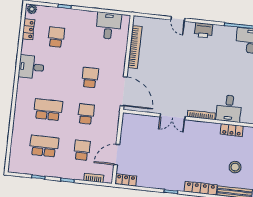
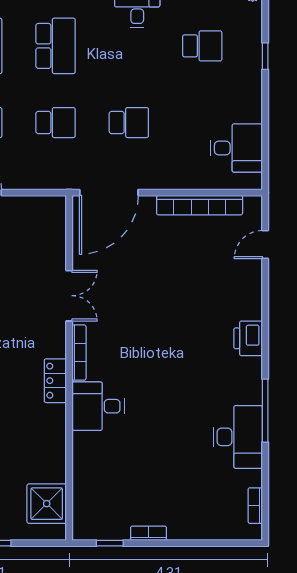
door: (178, 19) -> (265, 245), moved
double door: (173, 117) -> (69, 296), swing flipped
locker: (232, 130) -> (55, 381), moved

